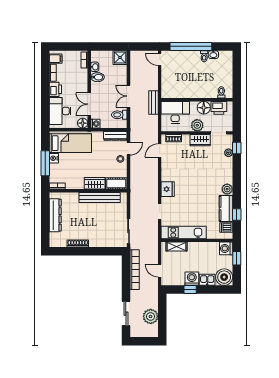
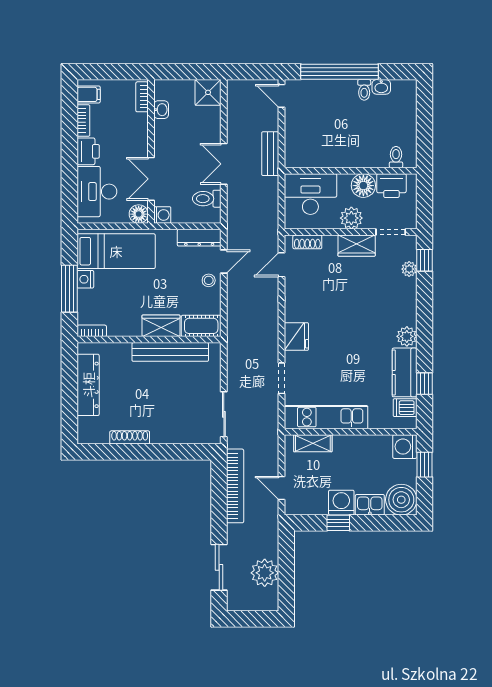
bidet: (97, 77) -> (166, 129), removed
bench: (153, 102) -> (270, 154), moved

